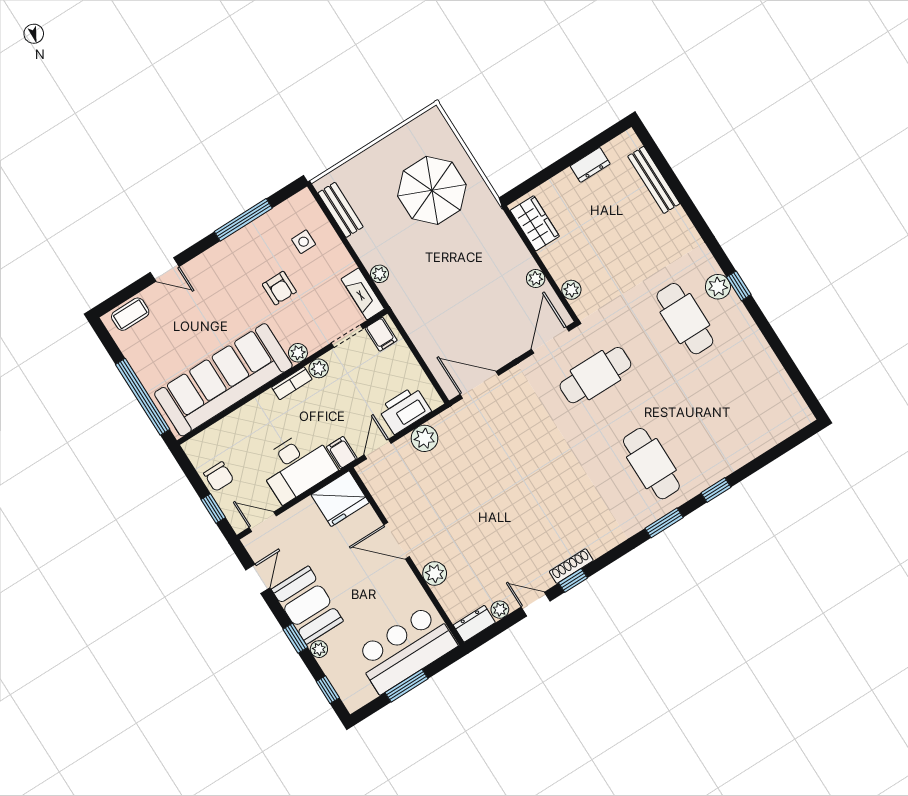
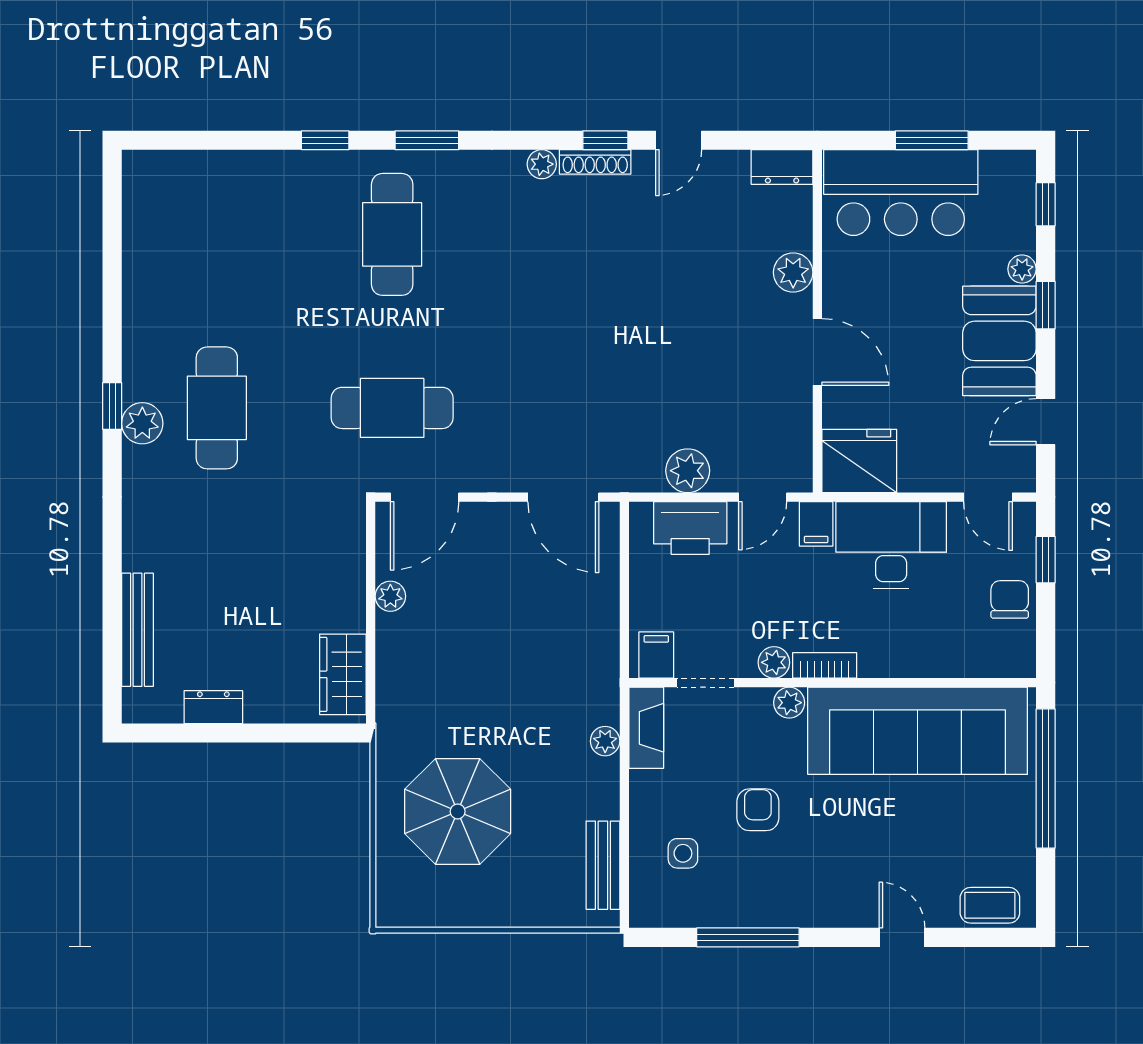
plant: (571, 290) -> (350, 549), removed
door: (536, 604) -> (679, 140), hinge flipped
plant: (500, 610) -> (542, 164), moved

